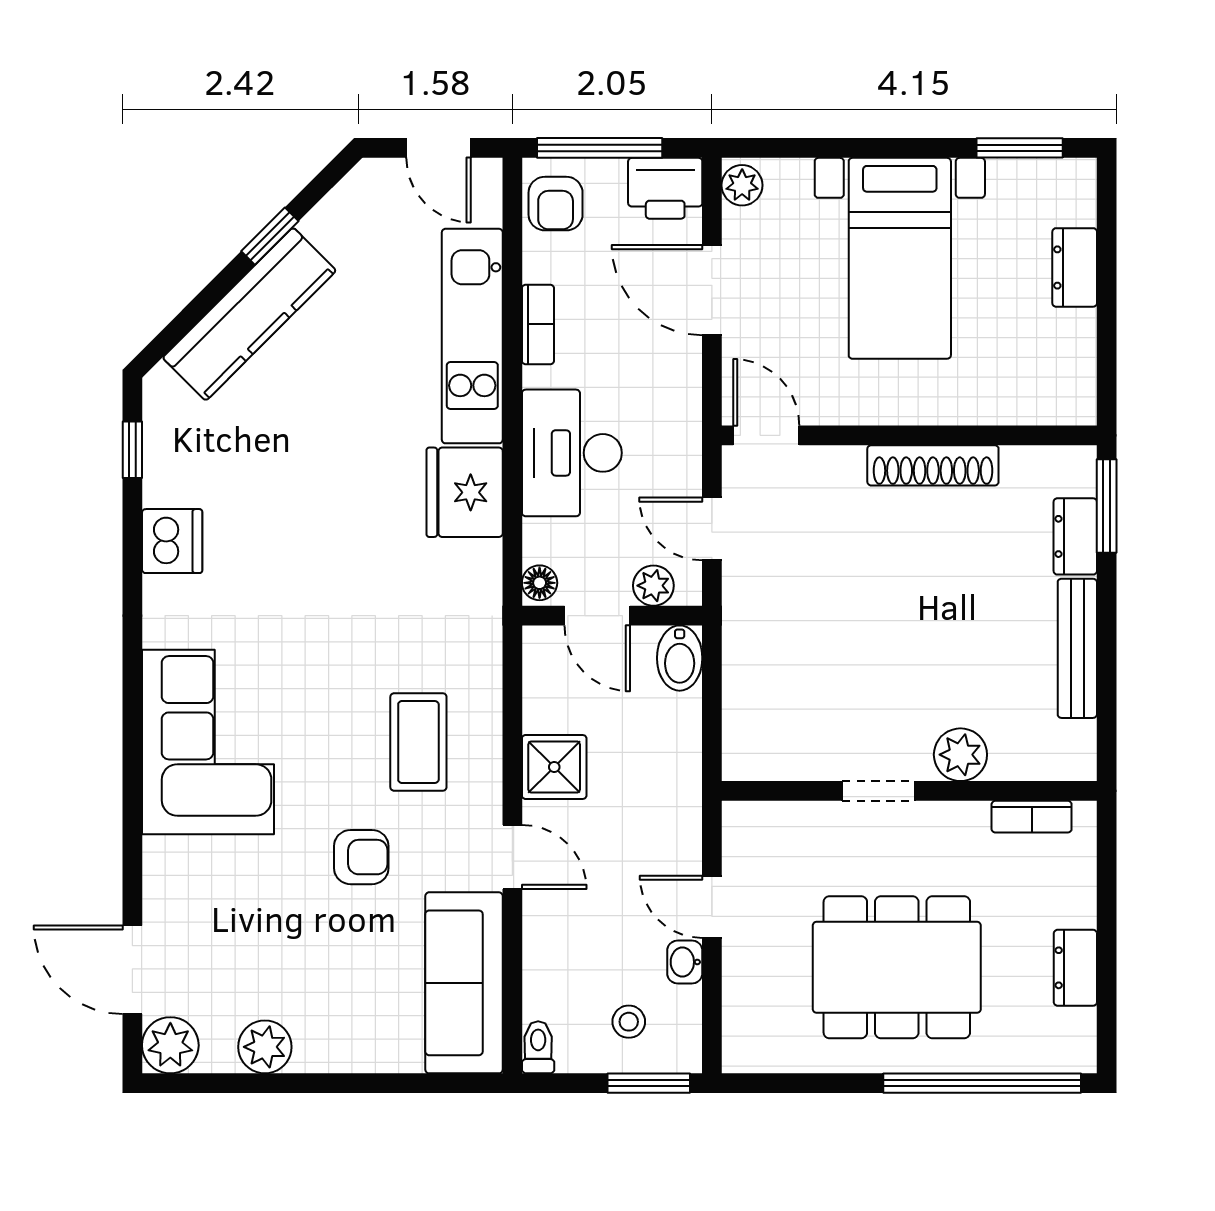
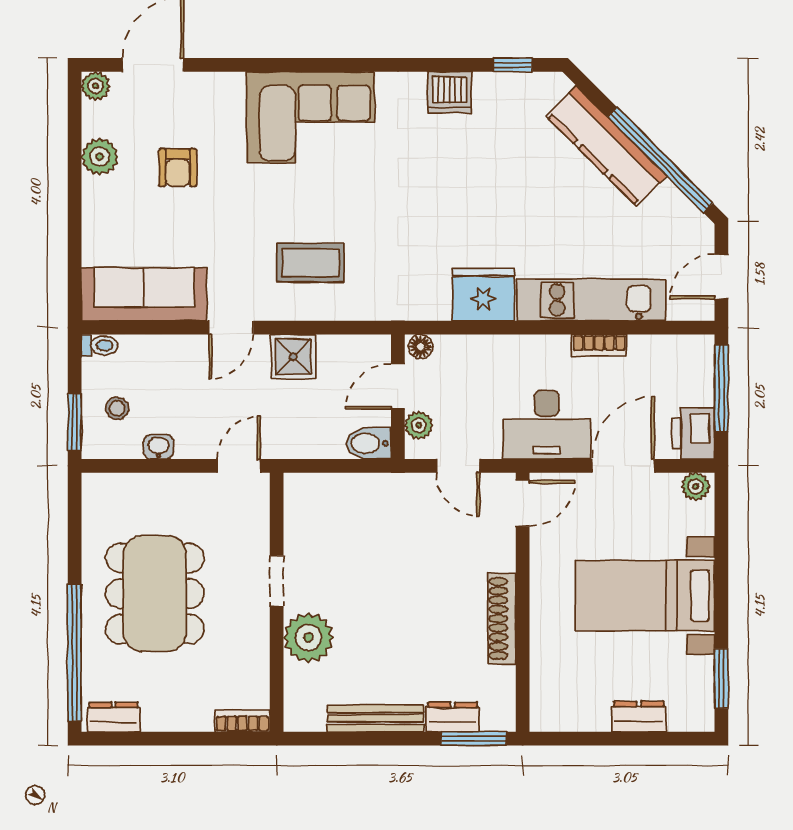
armchair: (556, 204) -> (683, 358), removed
window: (270, 236) -> (660, 160), width x3.17
desk: (572, 453) -> (547, 425), moved, turned 180
door: (712, 529) -> (458, 466), swing flipped
plant: (960, 755) -> (308, 638), width x1.36, depth x1.36
bookcase: (1032, 817) -> (242, 721), moved, turned 90
armchair: (361, 857) -> (178, 168), moved
door: (712, 907) -> (239, 466), moved
dresser: (1075, 968) -> (114, 717), moved
plant: (170, 1045) -> (96, 86), width x0.73, depth x0.73

